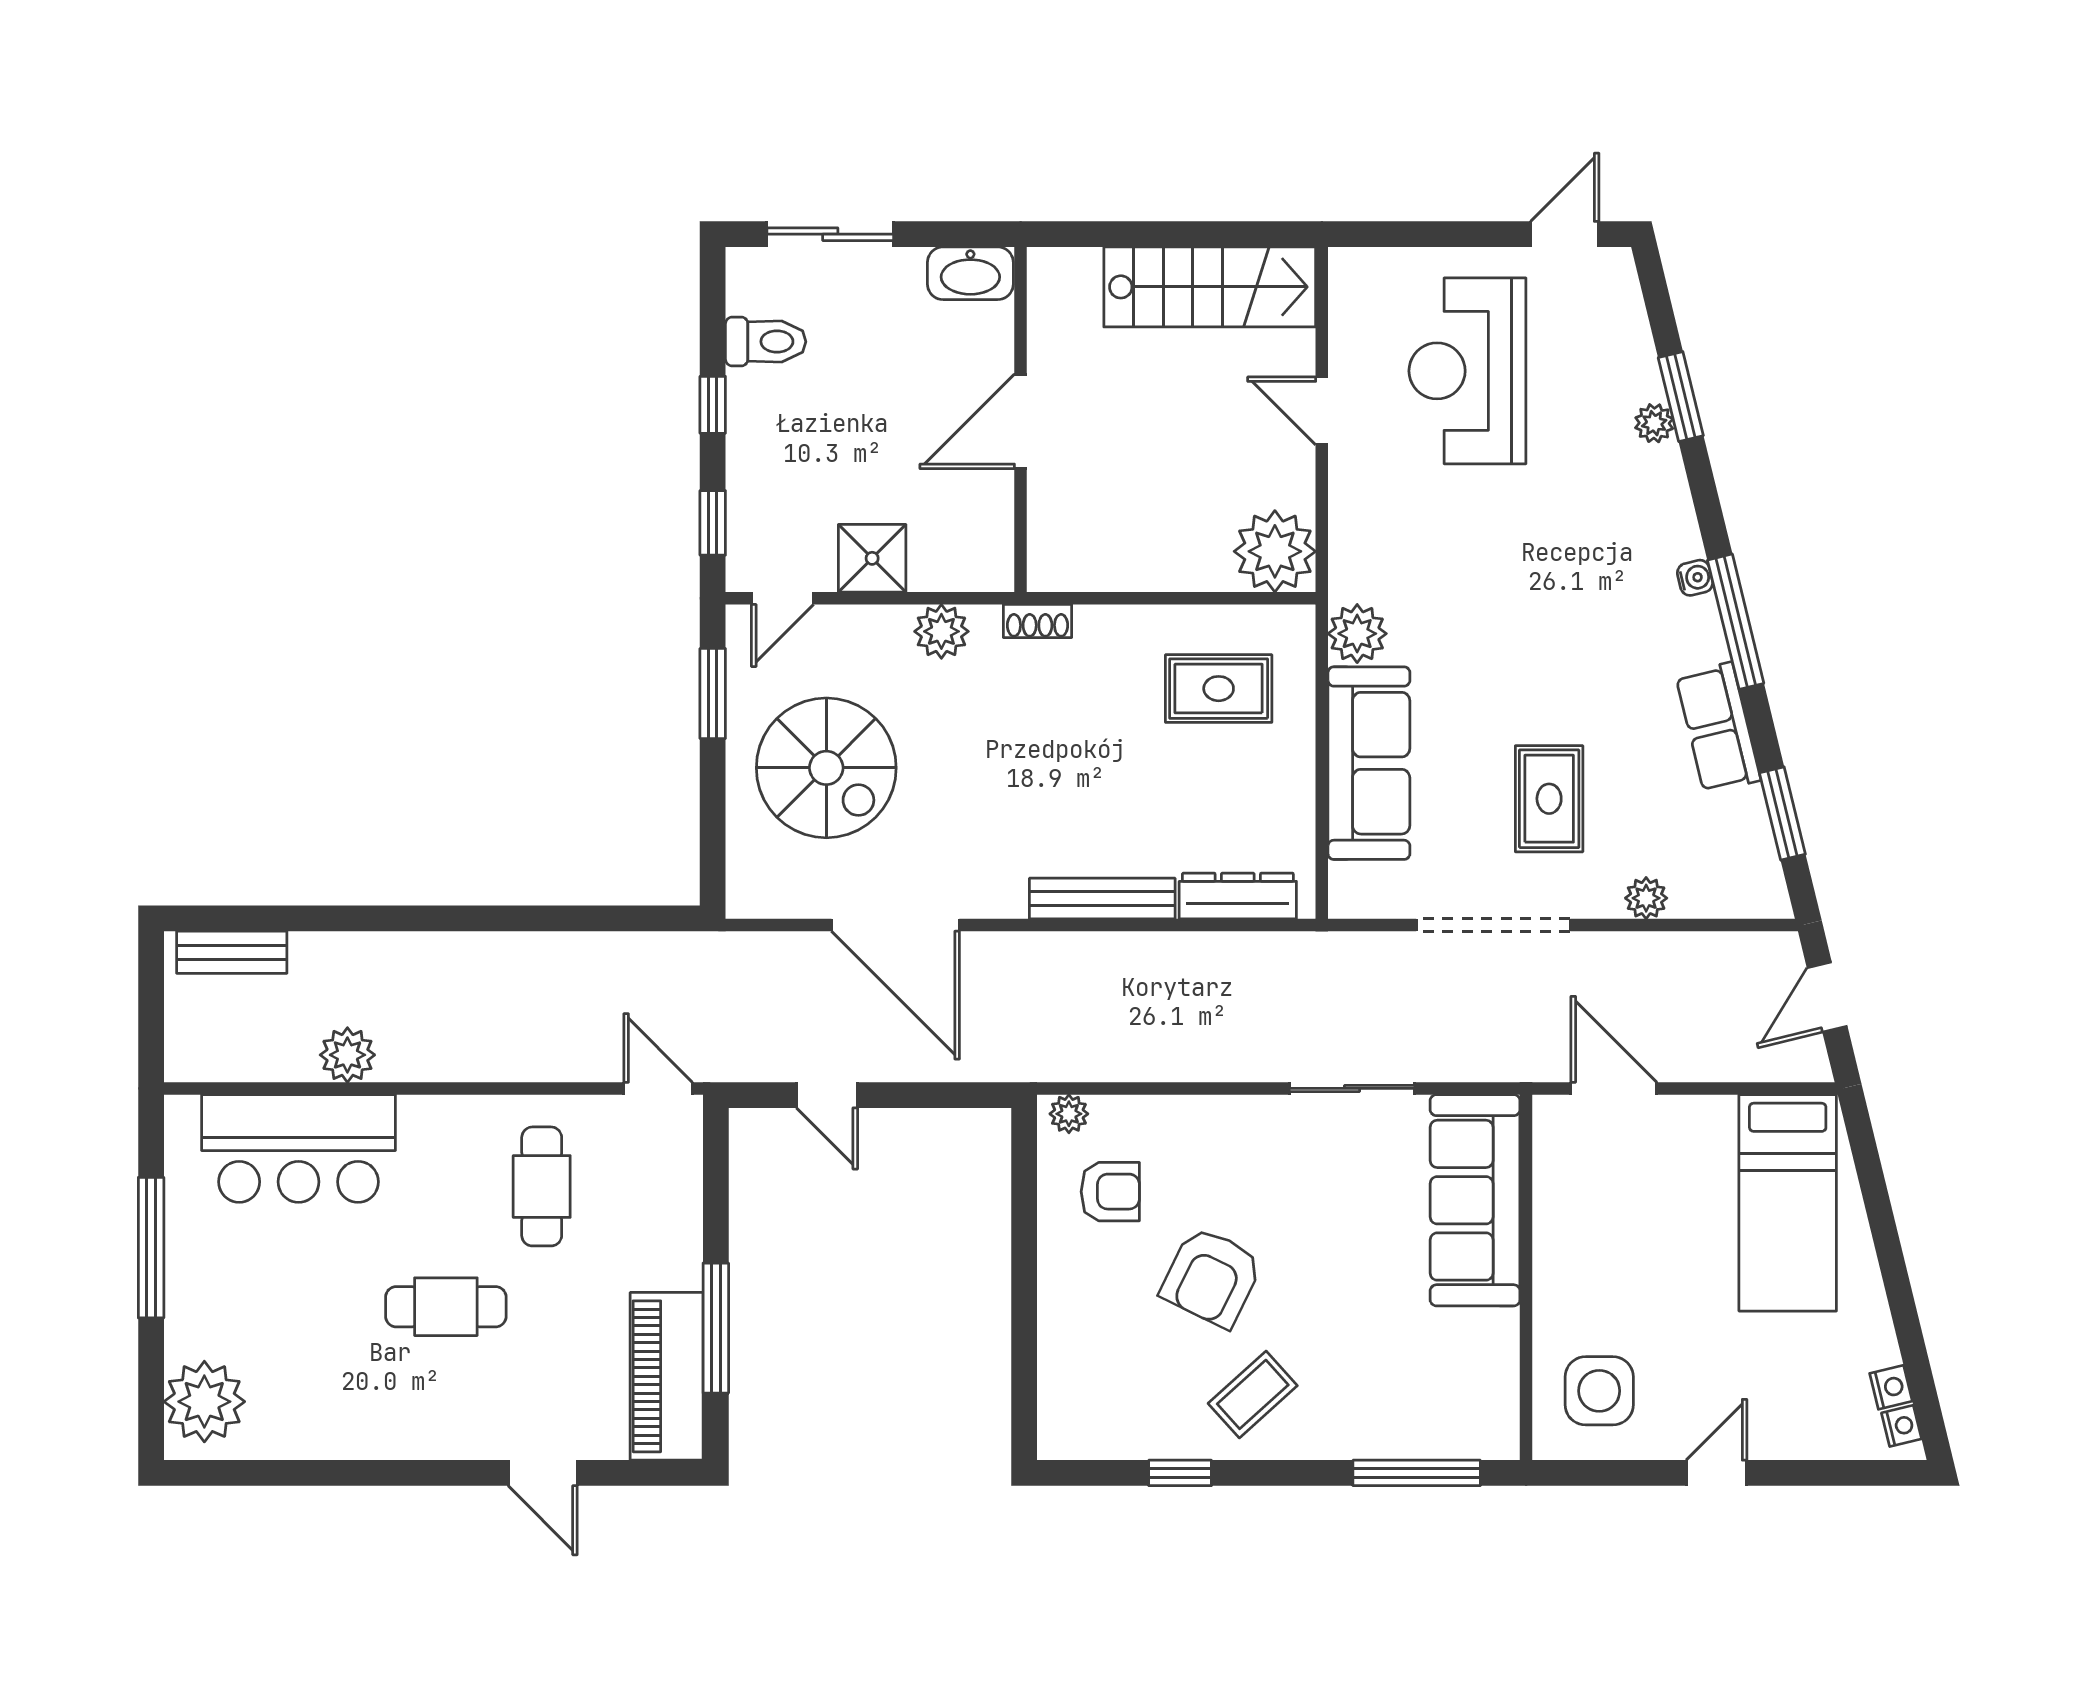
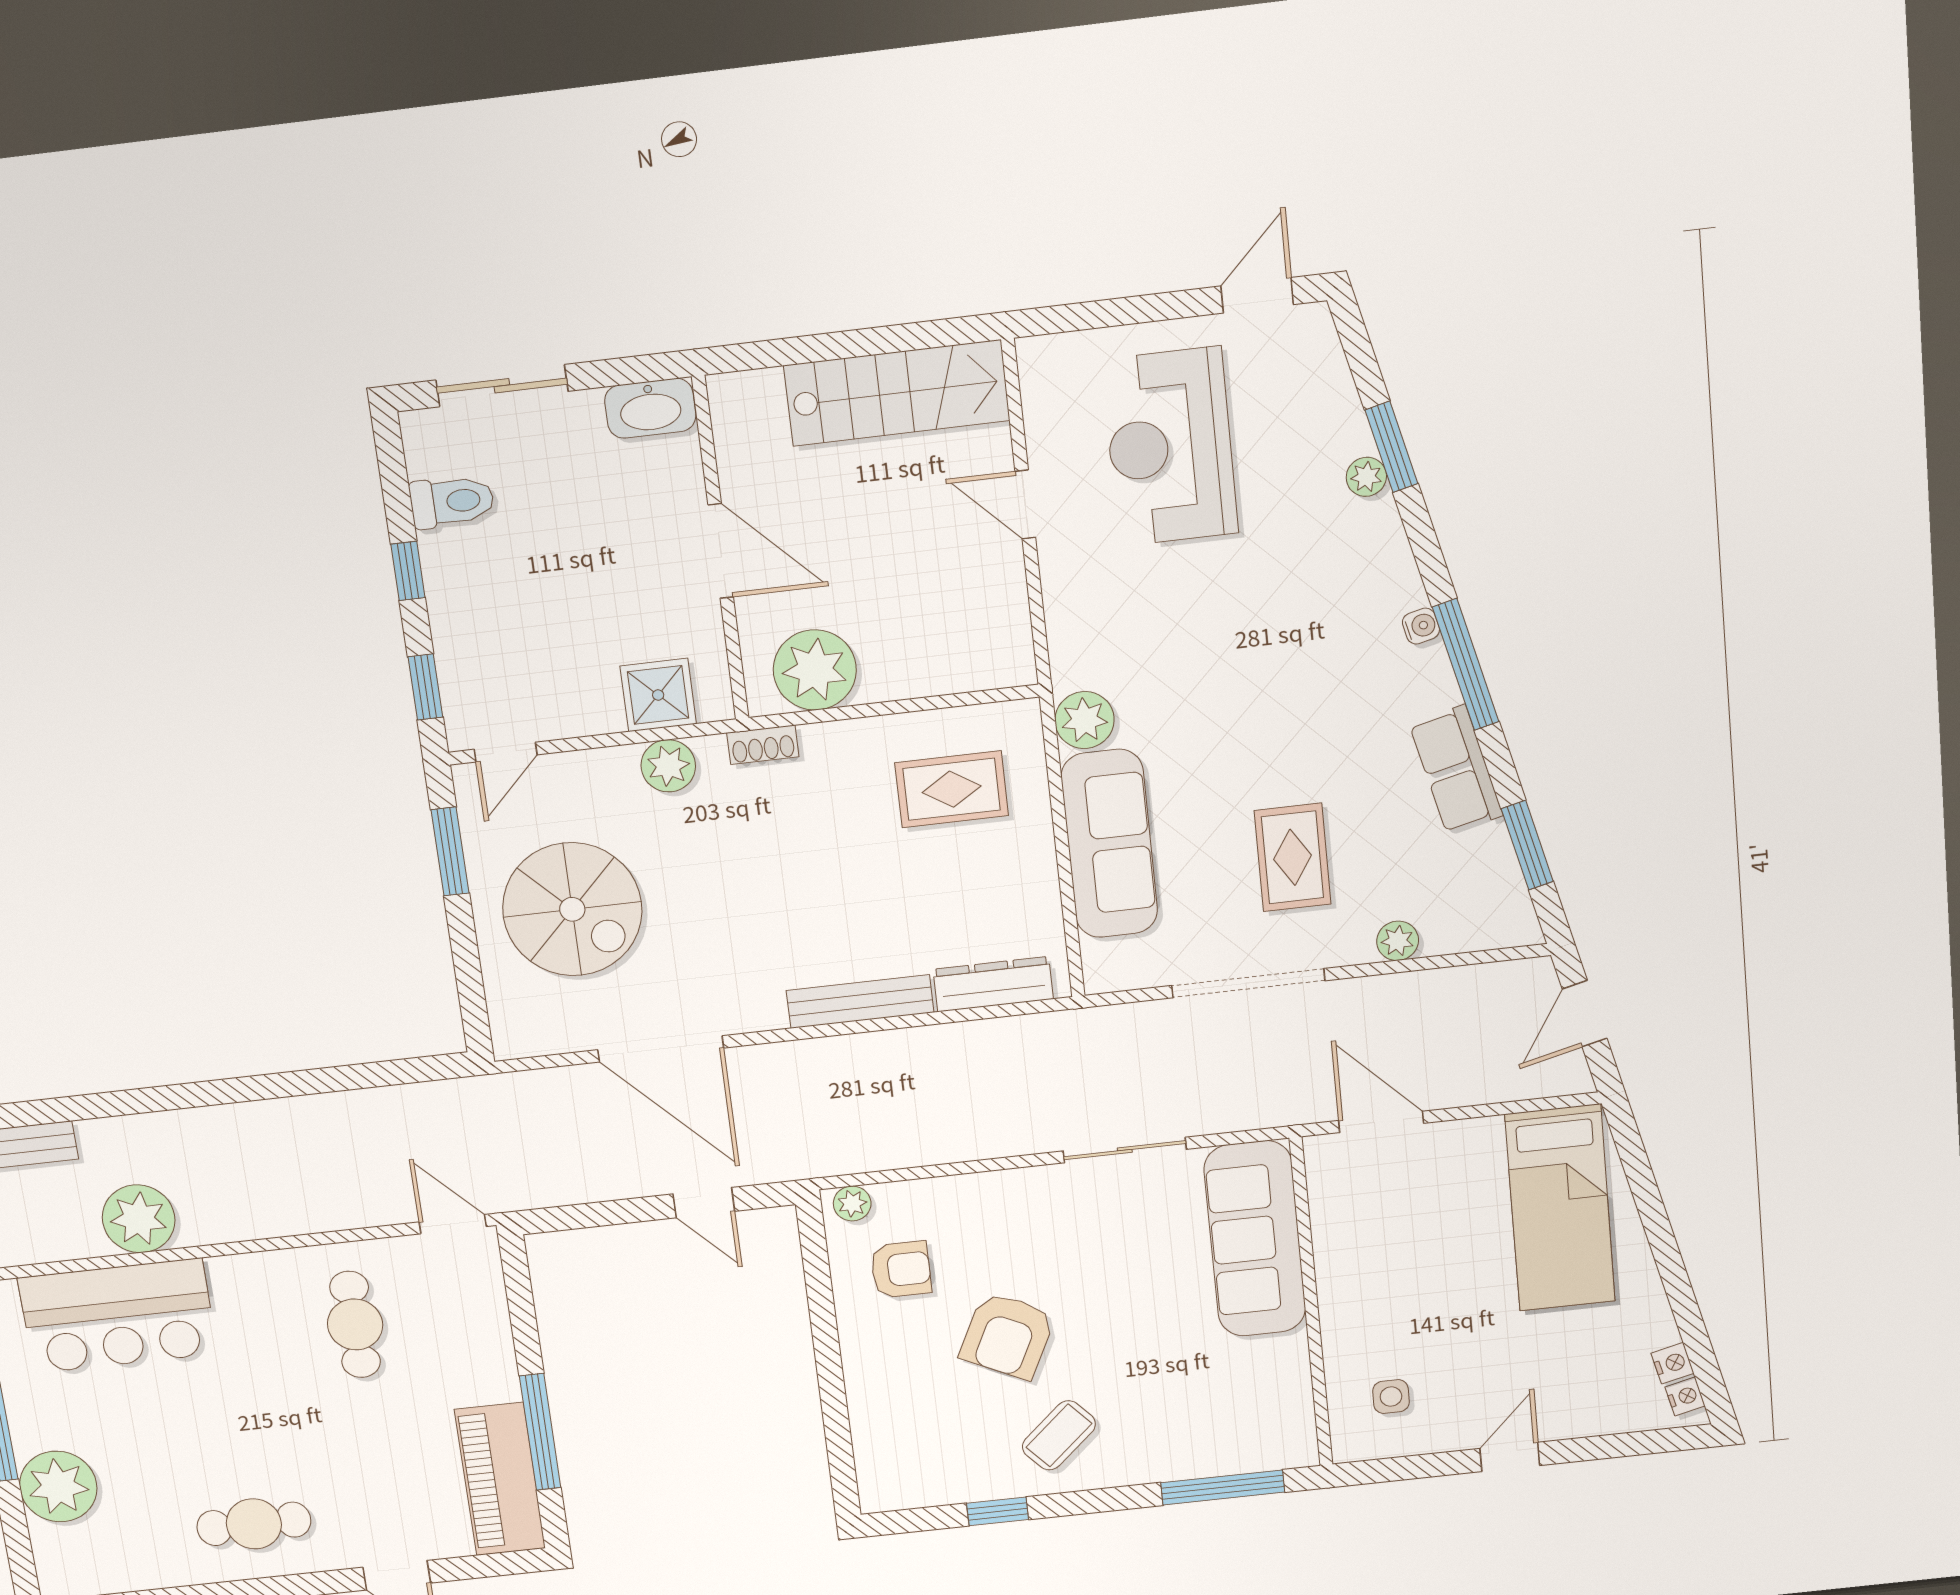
door: (1021, 421) -> (721, 551), swing flipped
plant: (1275, 551) -> (815, 670), moved
shower: (872, 558) -> (658, 695), moved
plant: (347, 1055) -> (139, 1219), width x1.36, depth x1.36
door: (827, 1095) -> (704, 1203), moved
cafe table: (446, 1307) -> (254, 1524), moved
side table: (1599, 1391) -> (1391, 1397), width x0.54, depth x0.54
plant: (204, 1402) -> (58, 1487), moved

